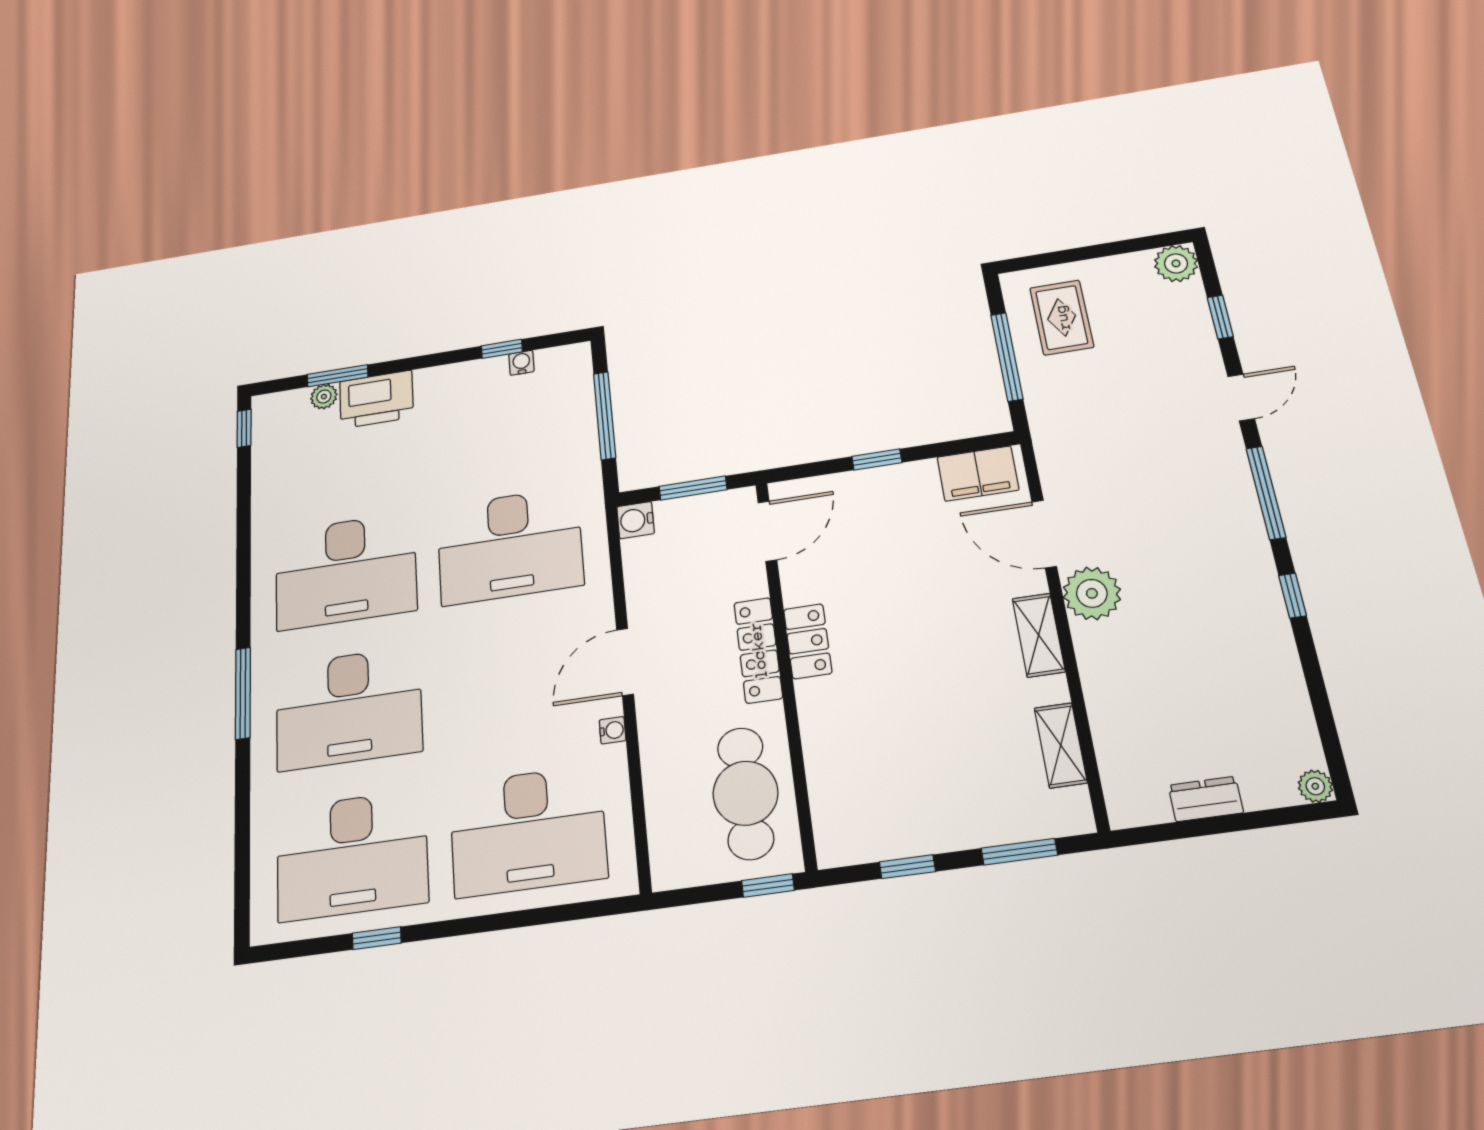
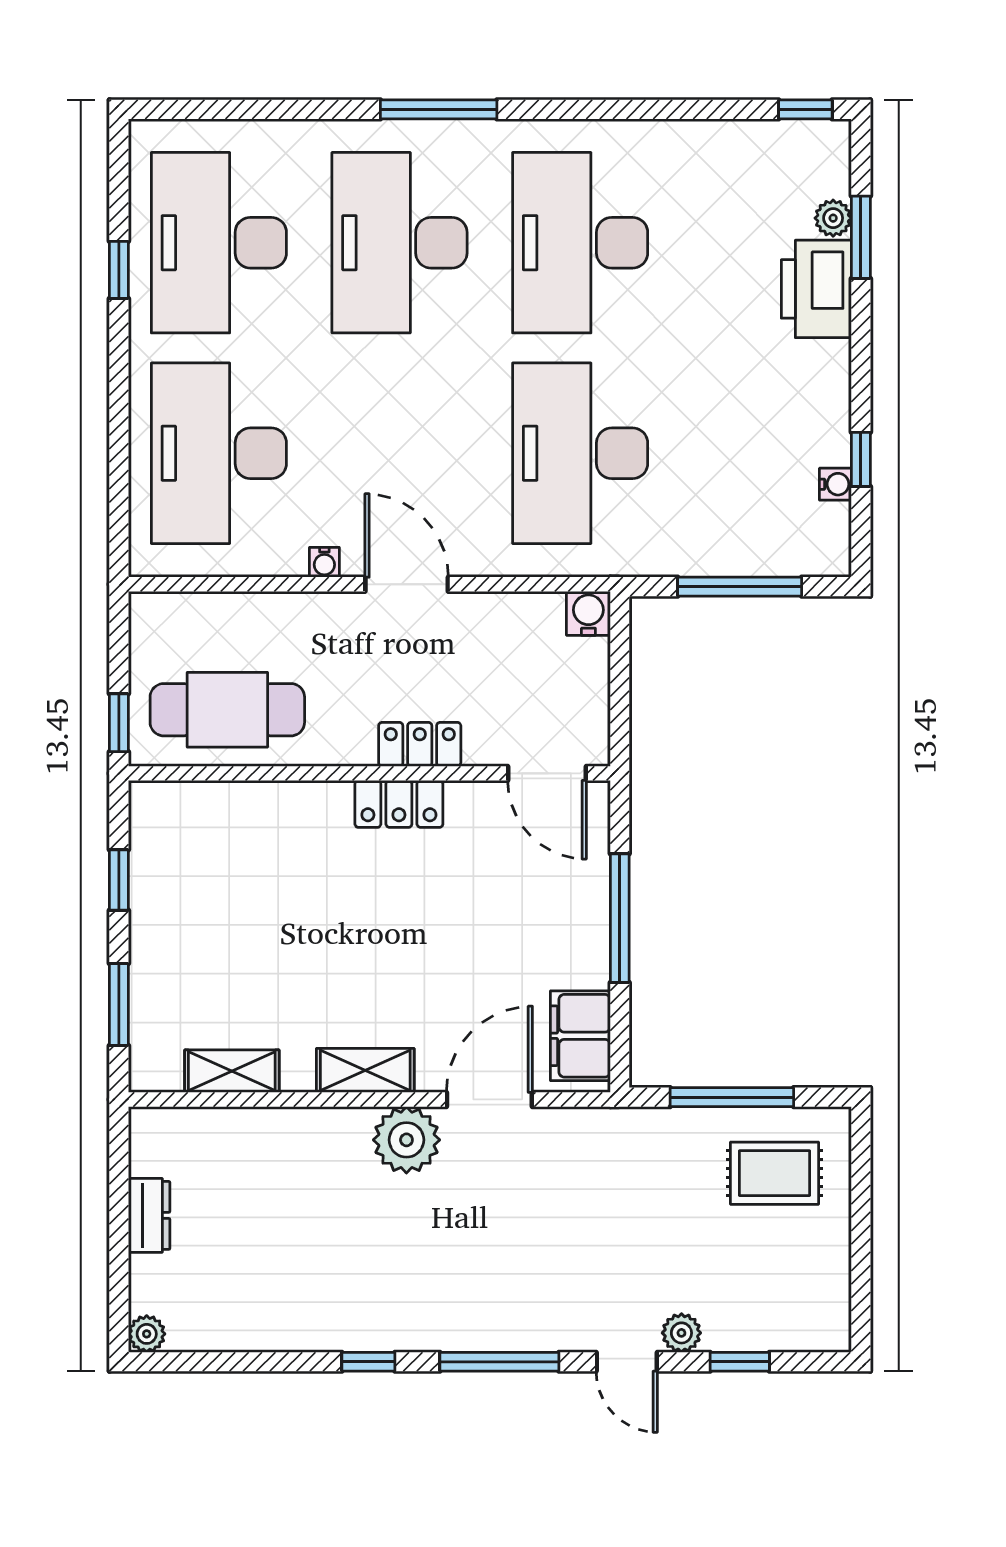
plant: (1176, 263) -> (681, 1333), moved, width x0.73, depth x0.73
window: (877, 459) -> (620, 918), width x2.17
window: (693, 488) -> (620, 689), removed
locker: (758, 650) -> (420, 744), width x0.66

